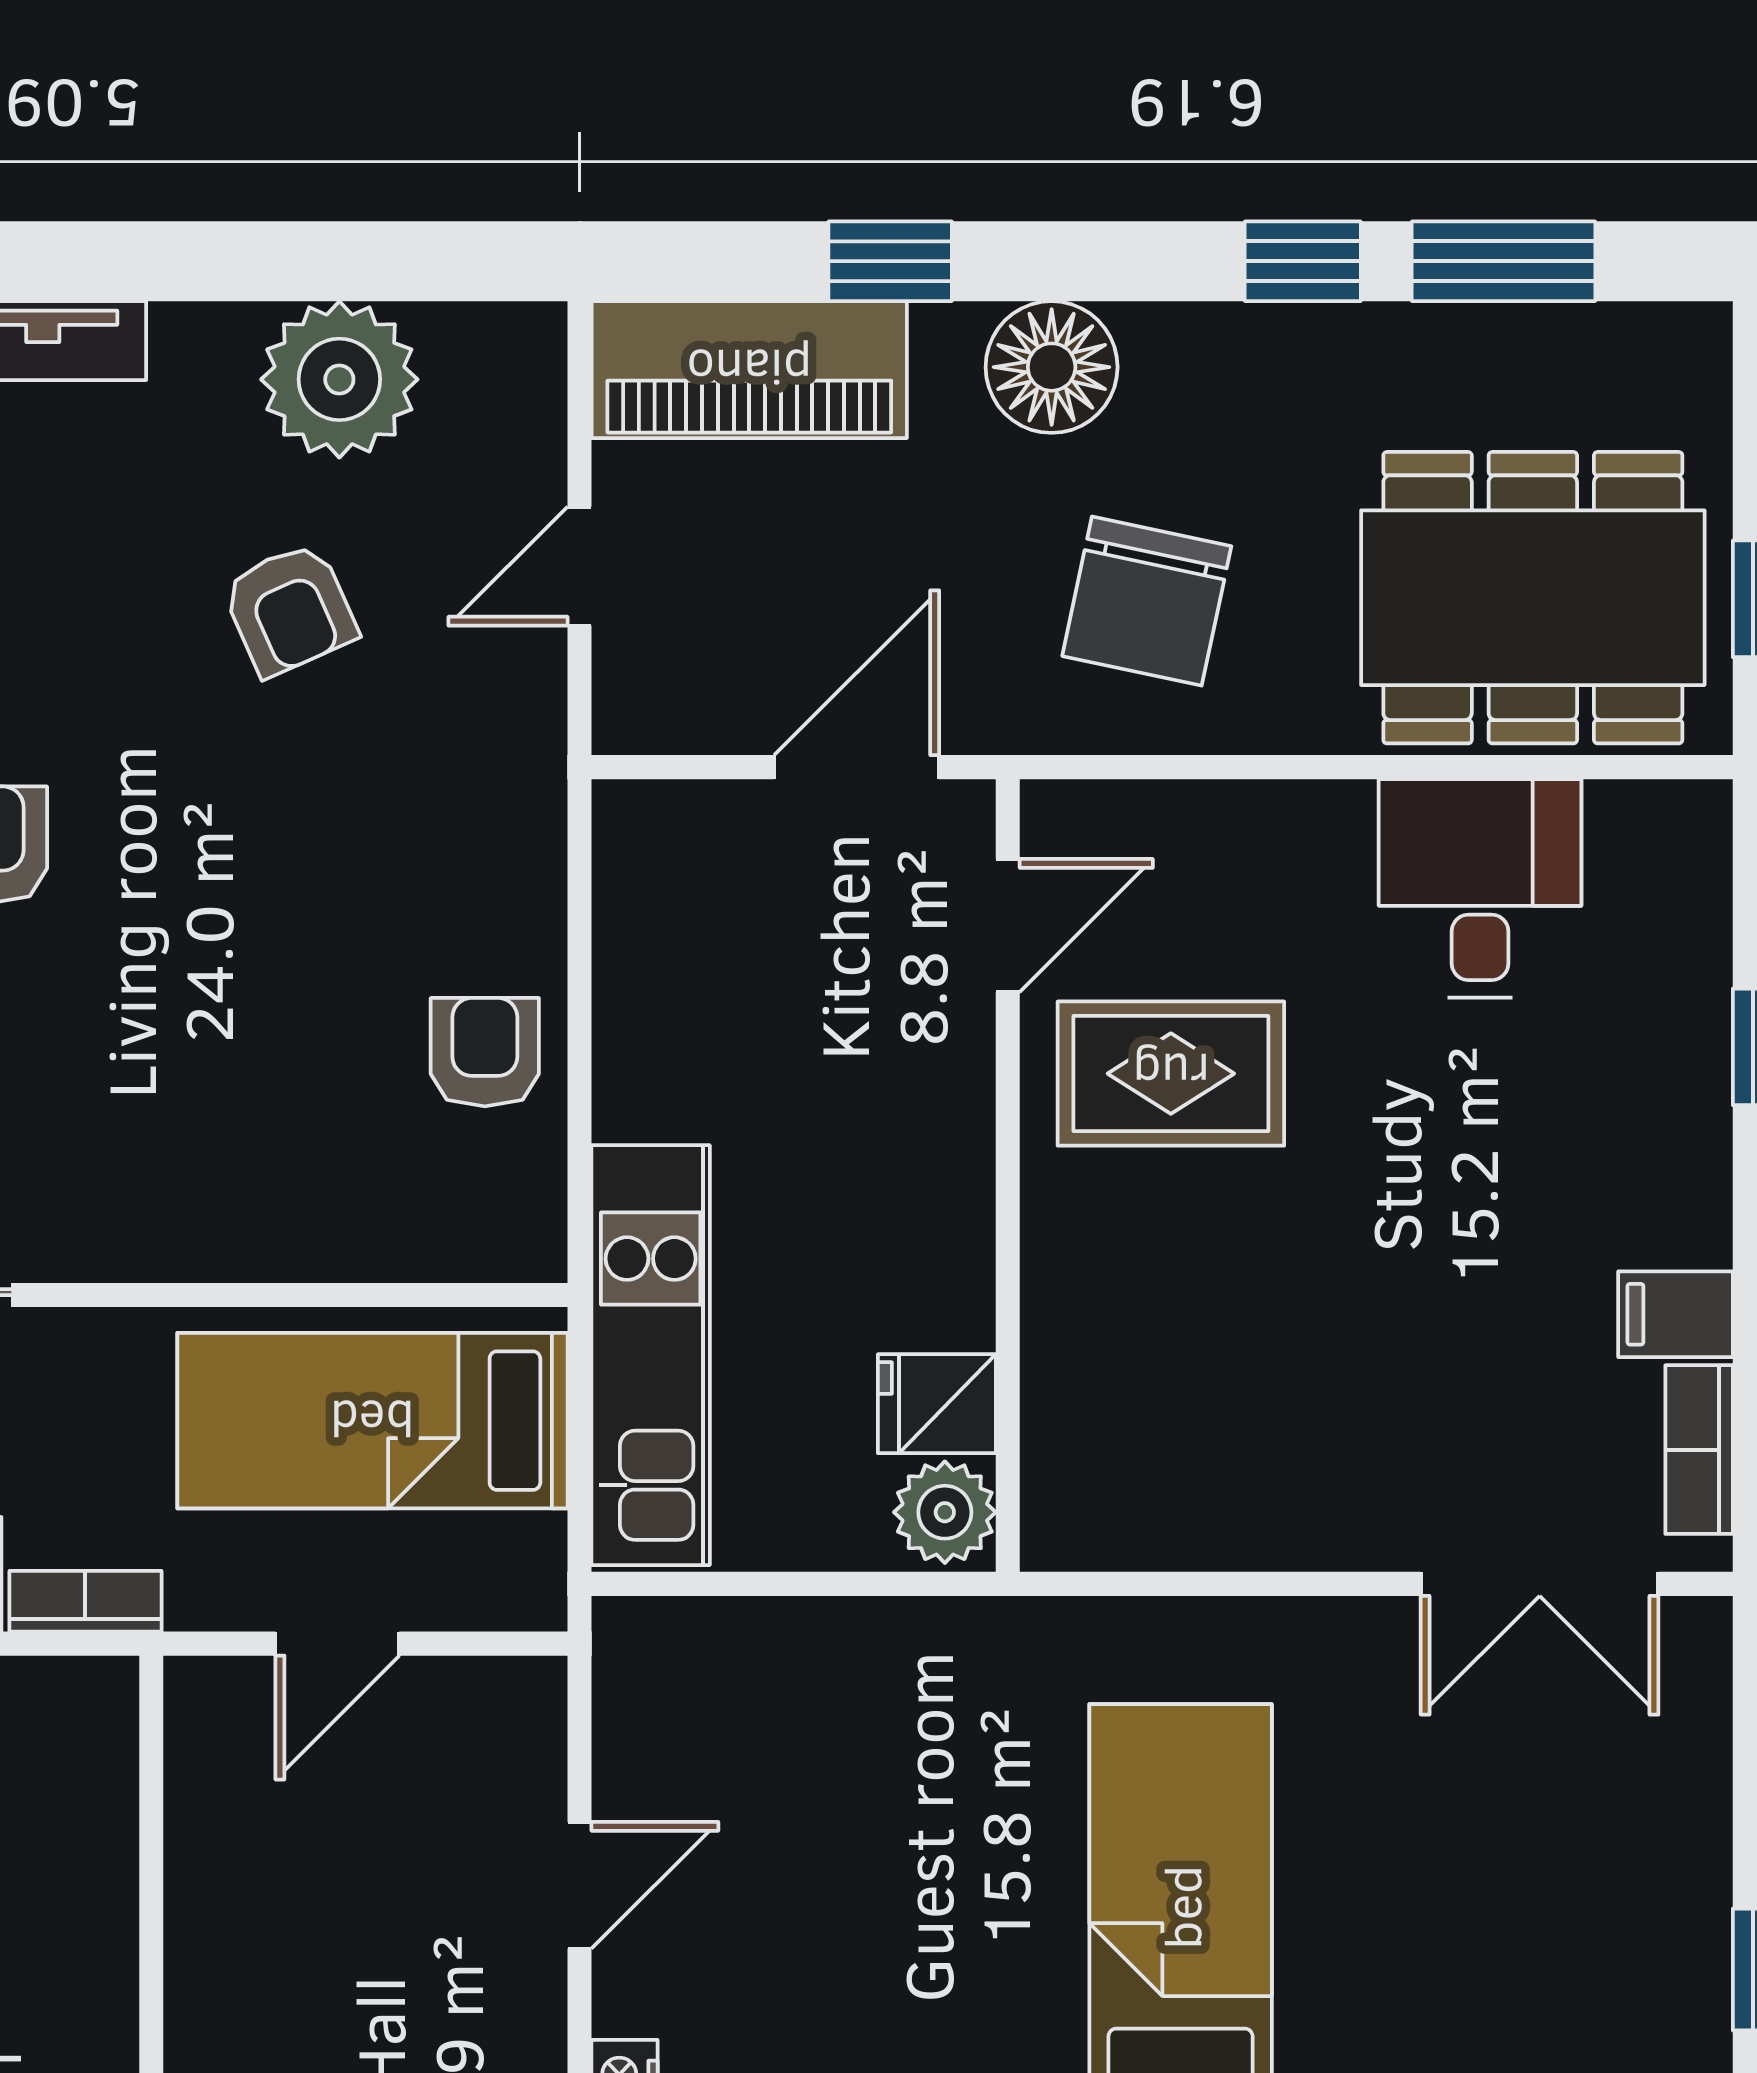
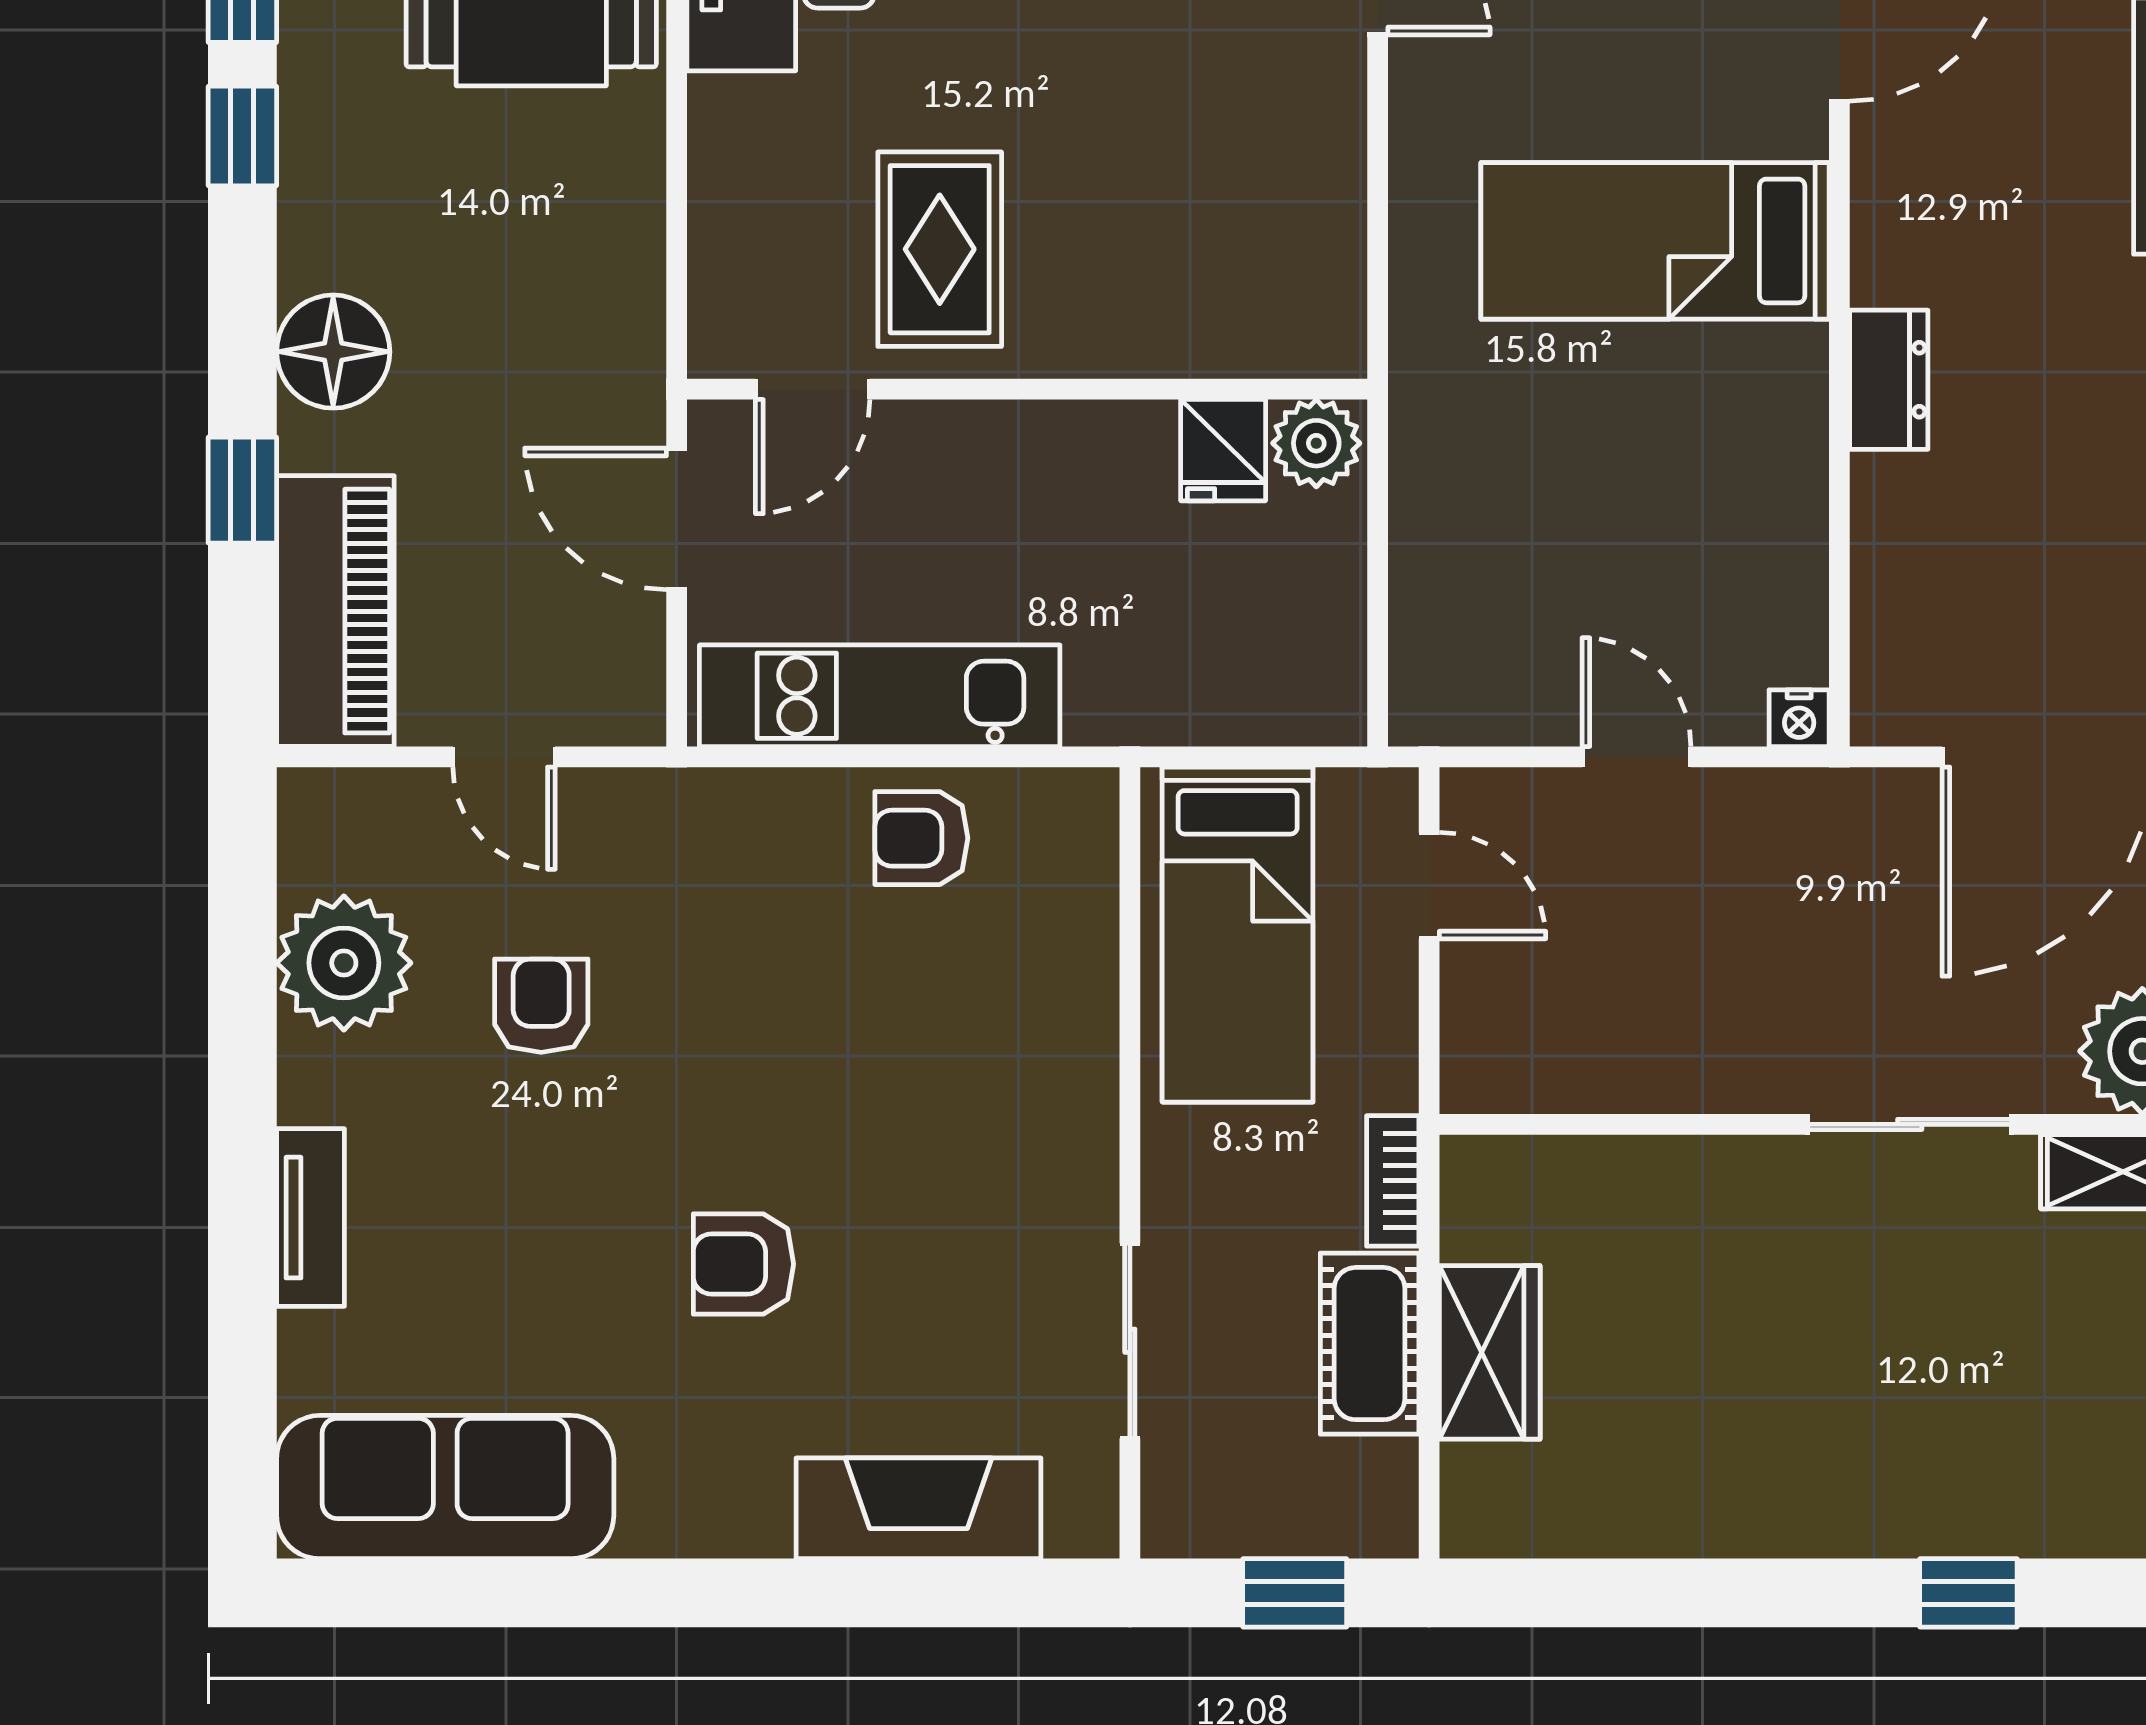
chair: (1147, 601) -> (534, 270), removed
armchair: (290, 609) -> (541, 1006), turned -66
door: (1008, 926) -> (813, 389), swing flipped
kitchen unit: (651, 1355) -> (880, 696), moved
door: (337, 1644) -> (1429, 886), moved

